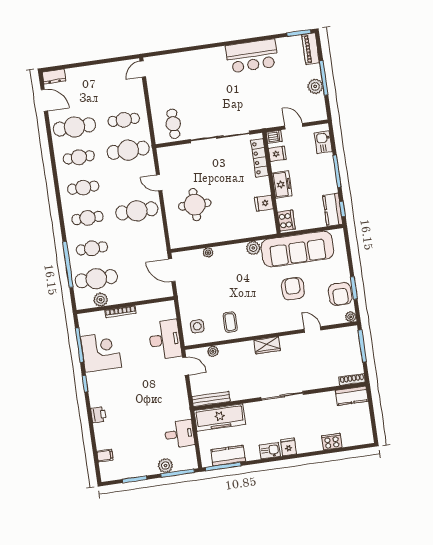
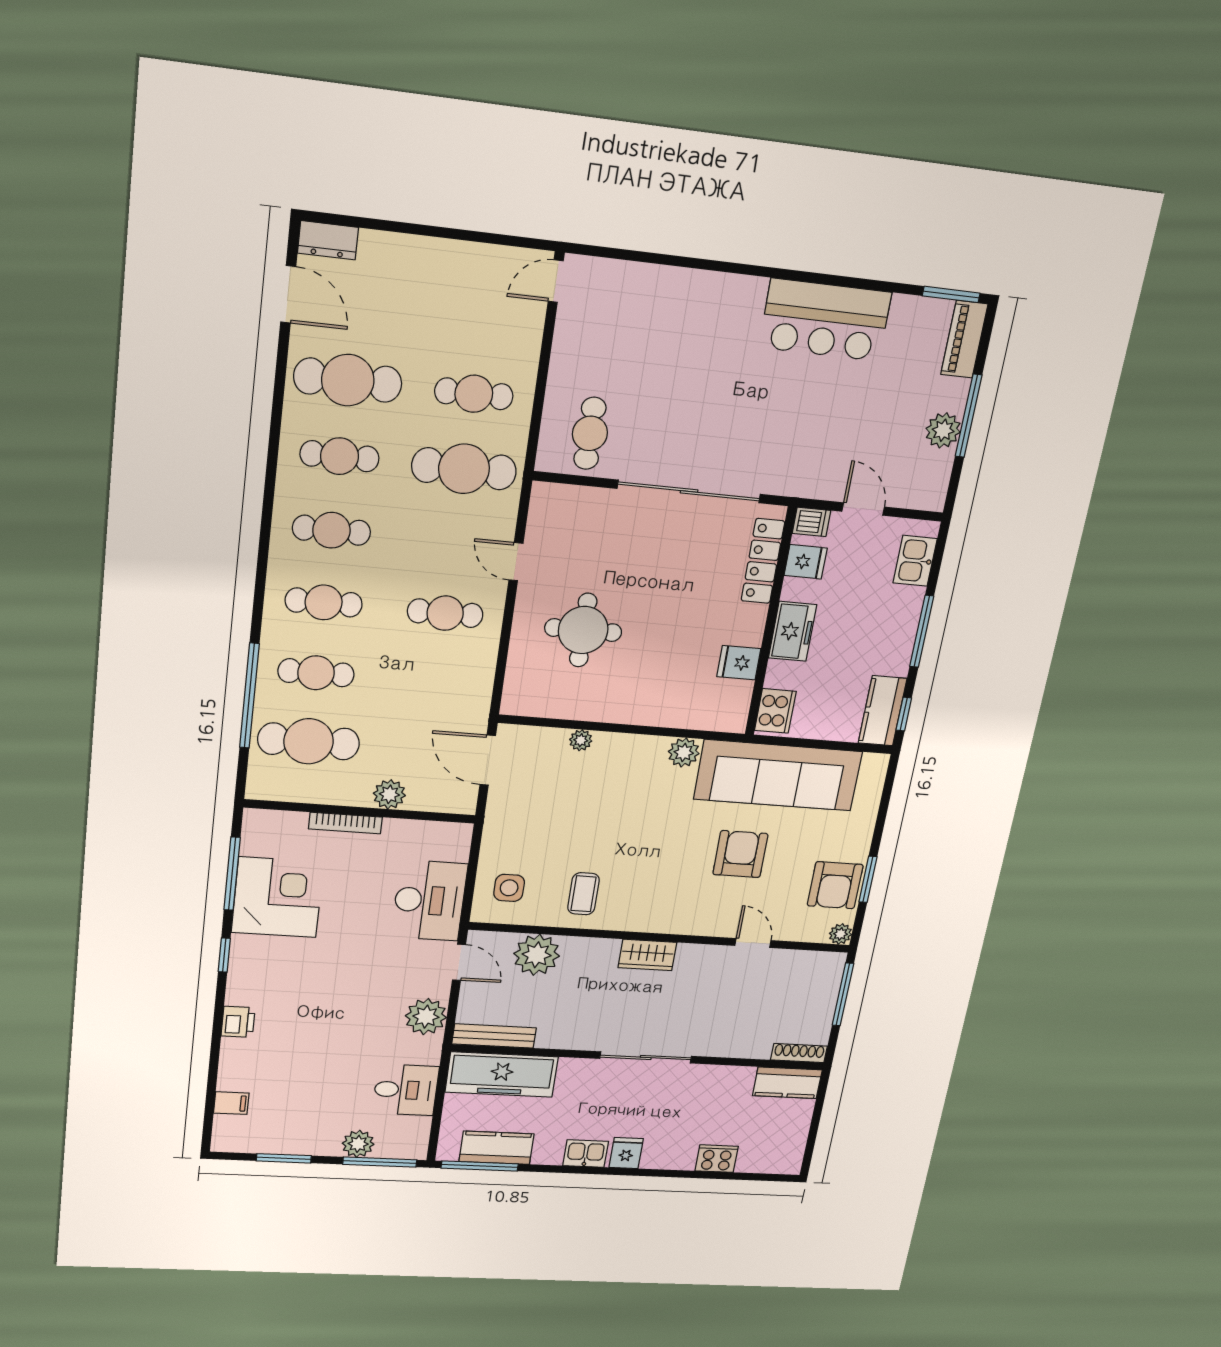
cafe table: (137, 211) -> (445, 613), width x0.73, depth x0.74
plant: (101, 300) -> (389, 794), moved
plant: (213, 351) -> (537, 955), width x1.88, depth x1.88
plant: (178, 396) -> (426, 1017), added

